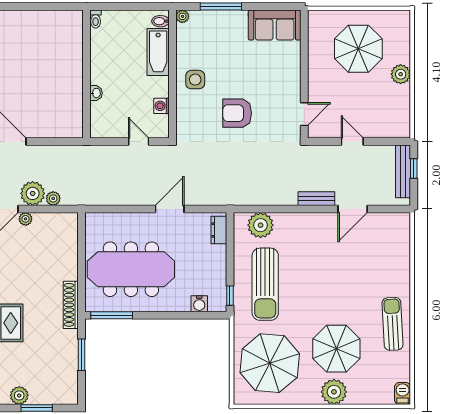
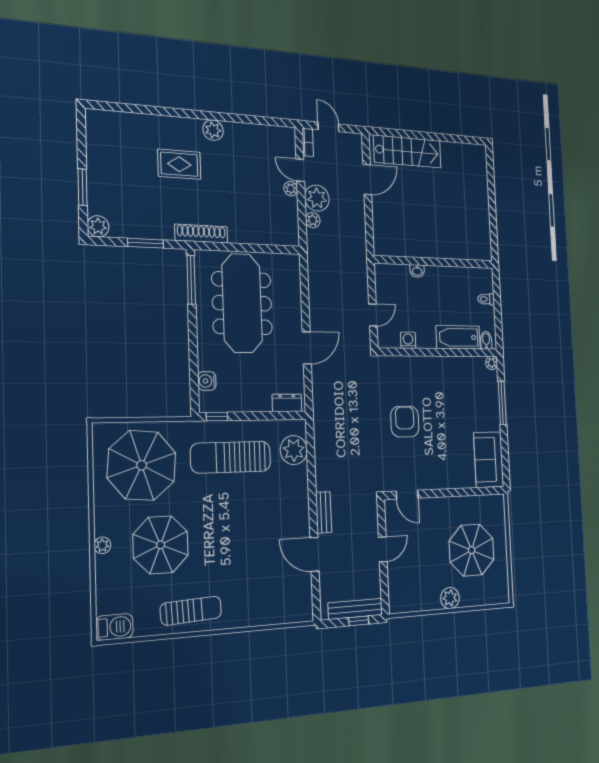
toilet: (96, 19) -> (486, 299), moved
side table: (195, 80) -> (435, 376), removed
door: (170, 209) -> (307, 348), hinge flipped
plant: (334, 392) -> (102, 545), width x0.53, depth x0.53
barbecue: (403, 393) -> (114, 627), width x1.38, depth x1.27
plant: (19, 395) -> (98, 226), moved

